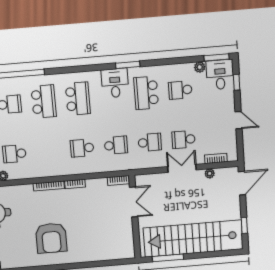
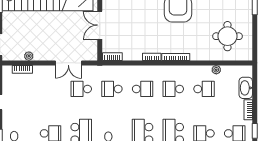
school desk: (184, 139) -> (173, 89), moved, turned 180
double door: (182, 168) -> (68, 63), moved
double door: (134, 202) -> (100, 25), moved

